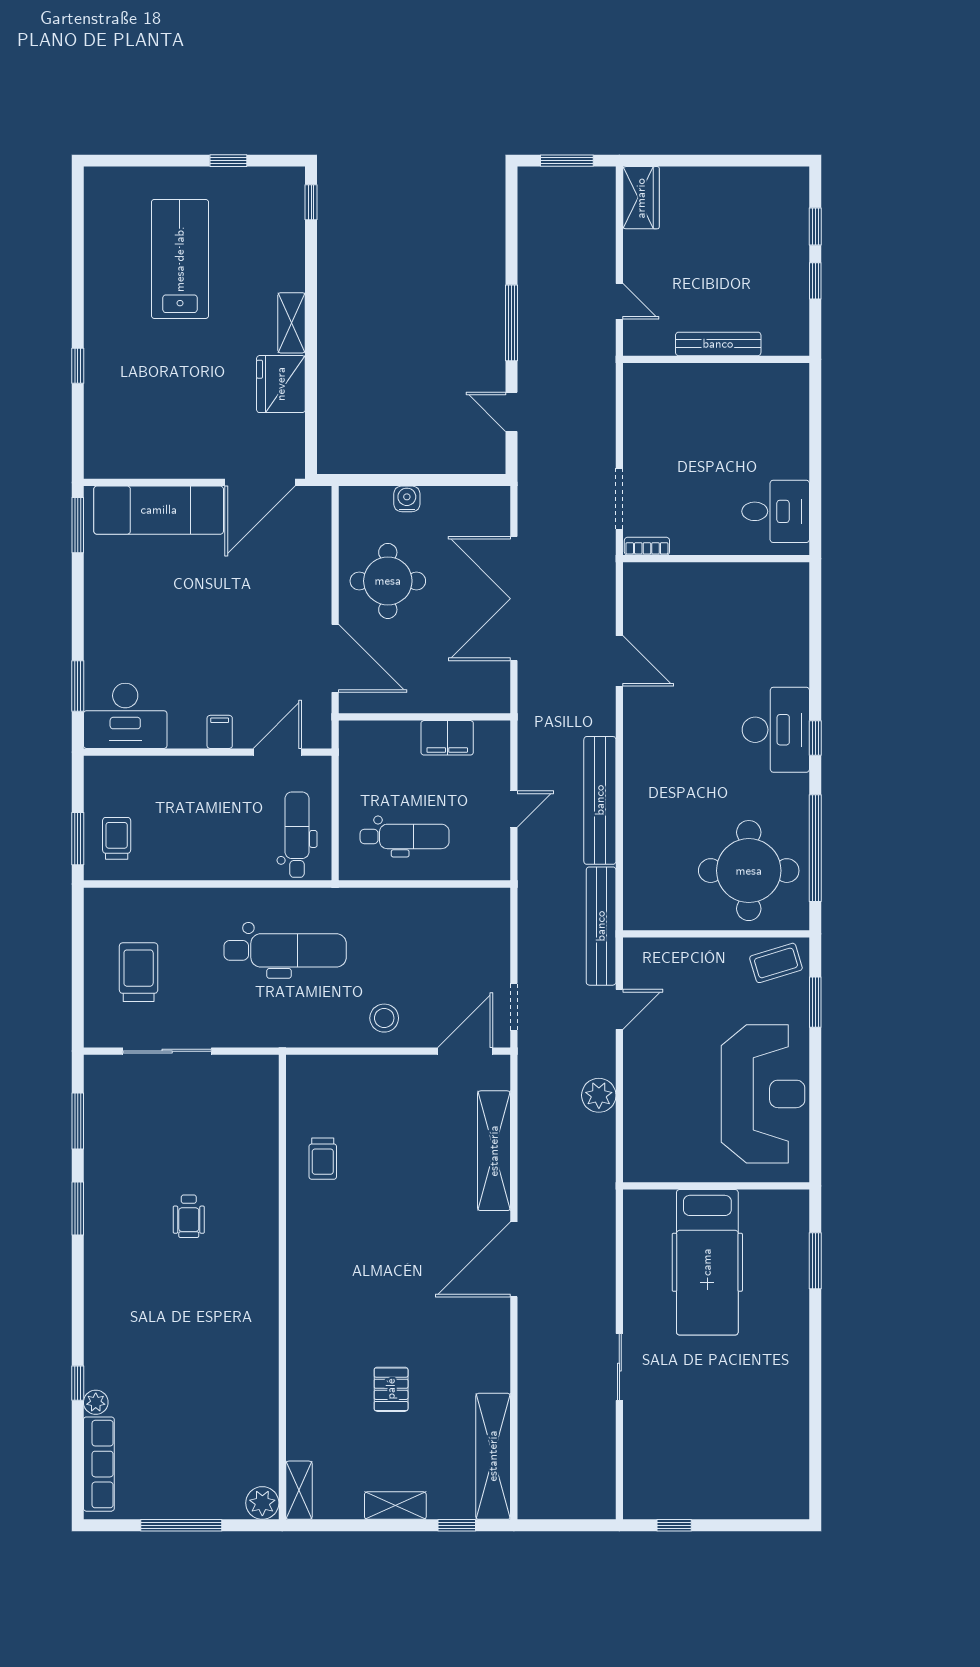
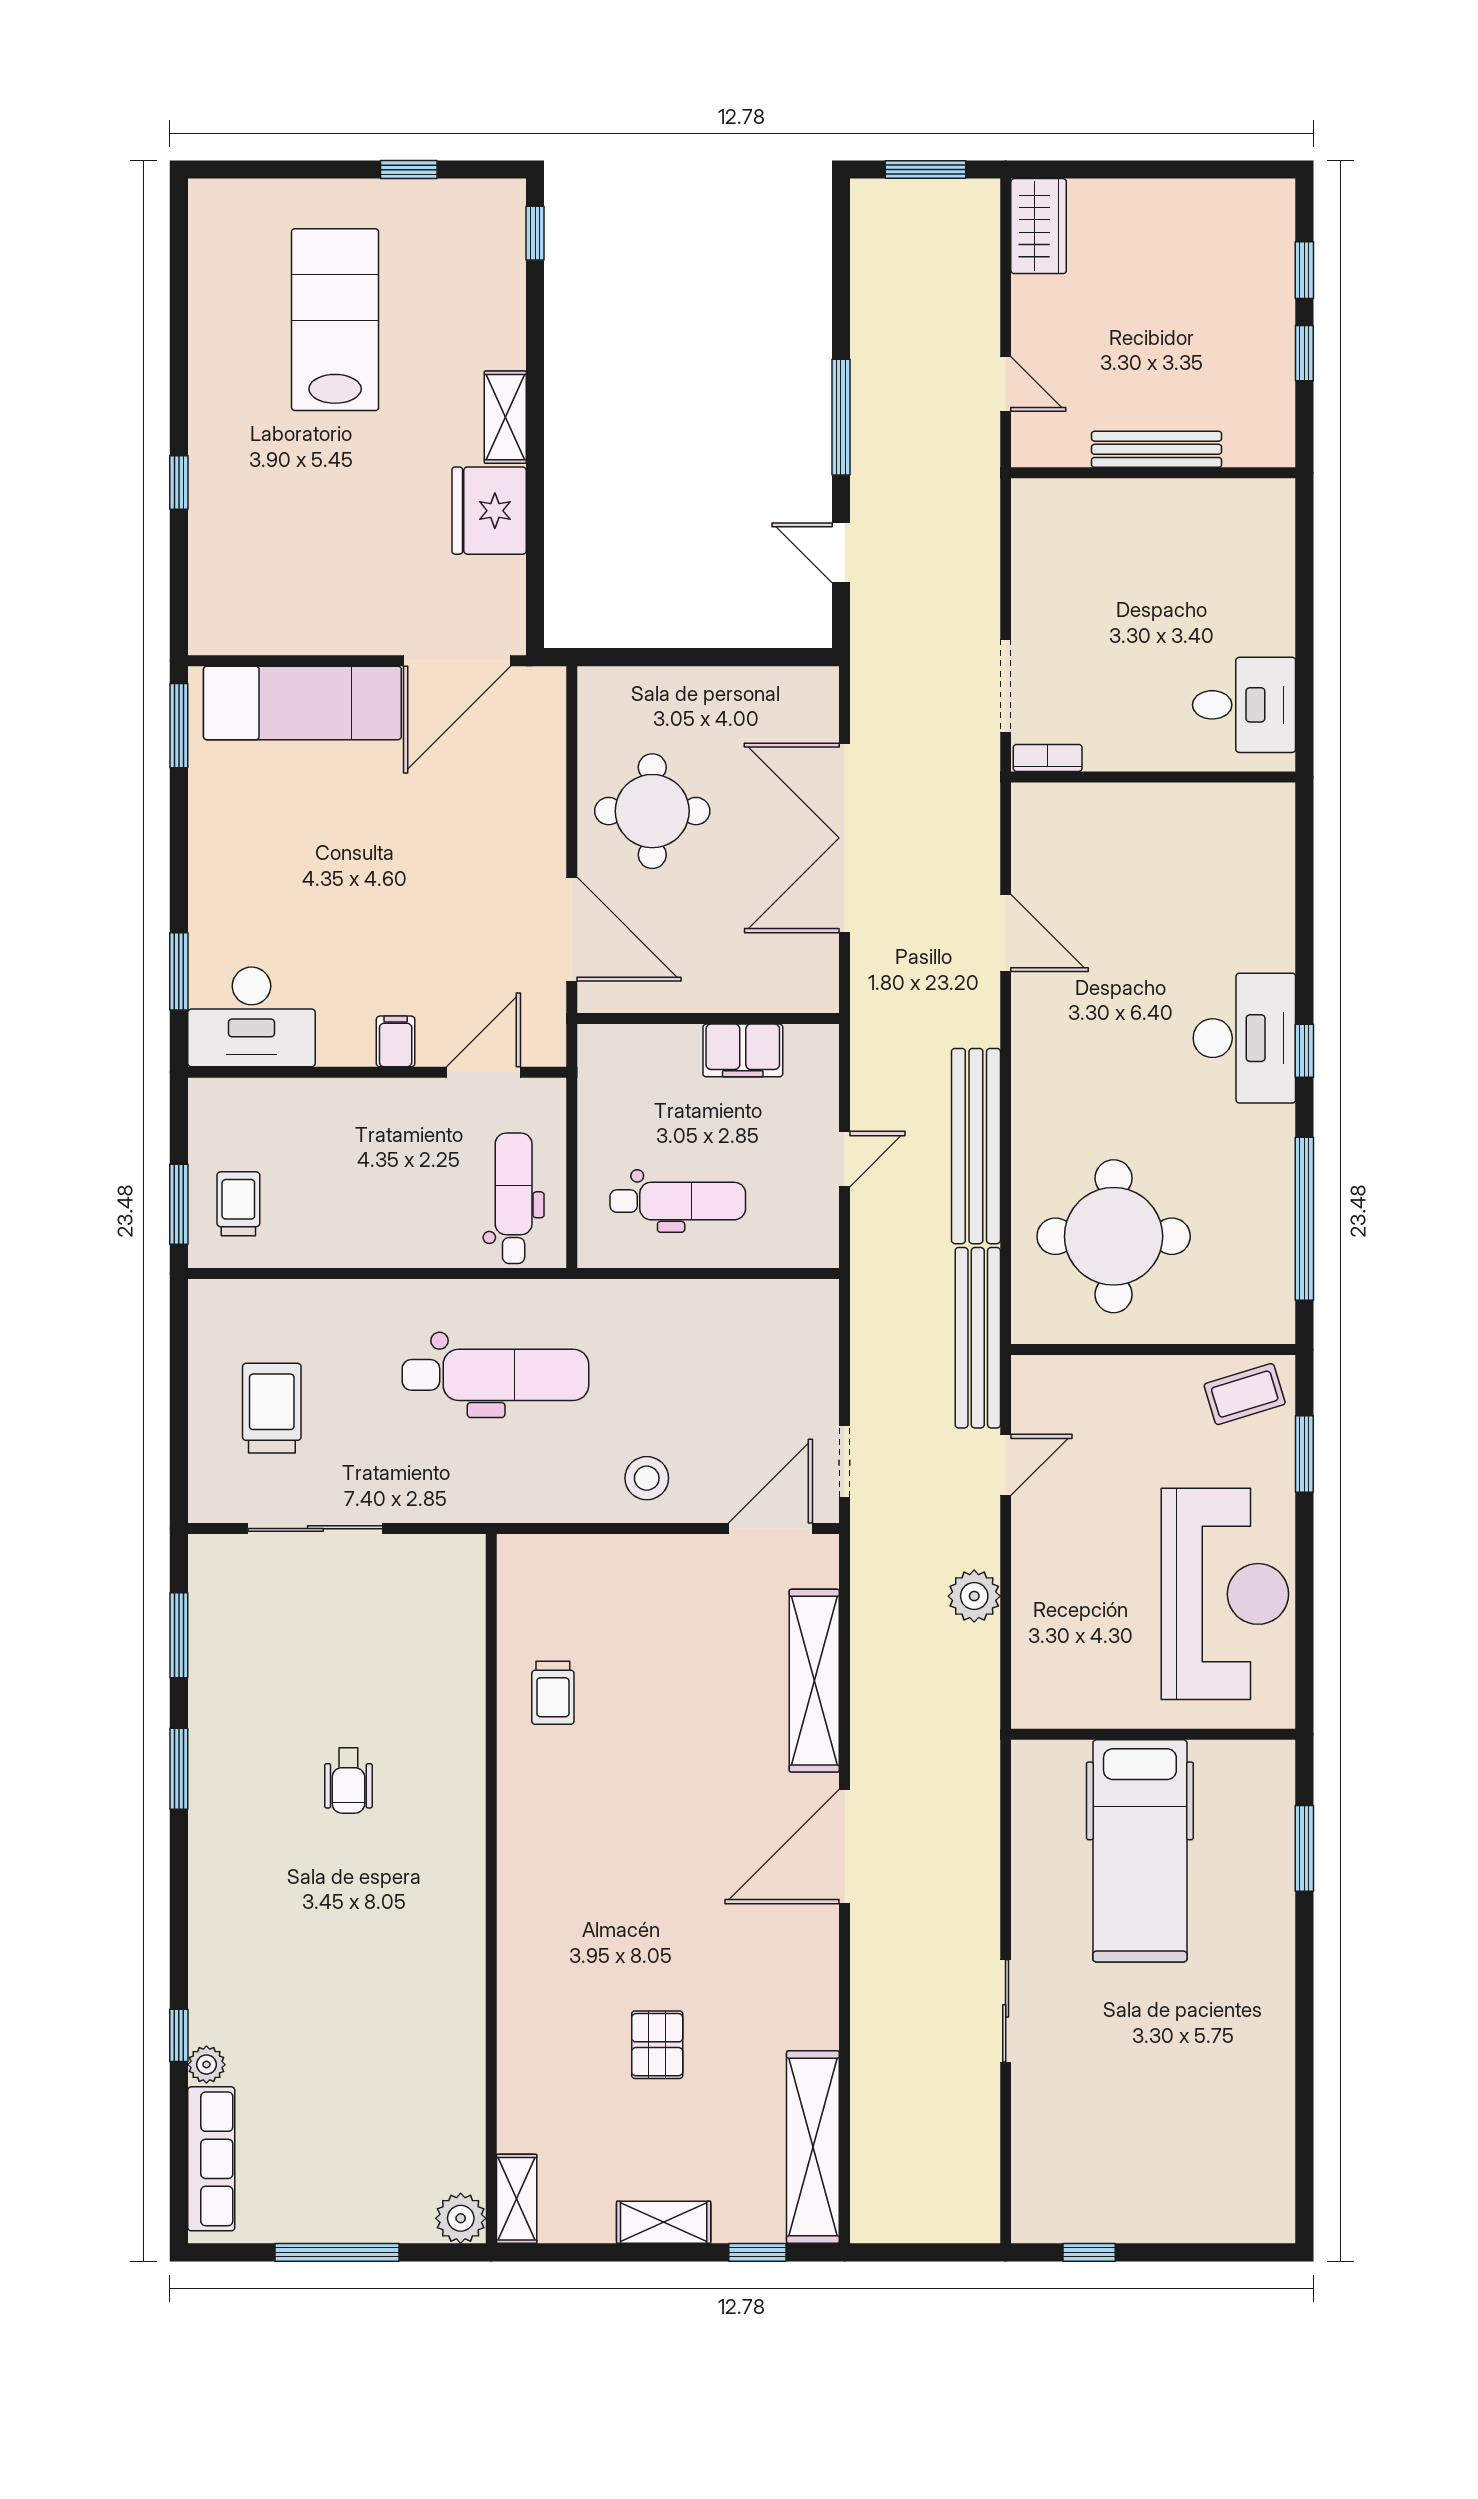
water cooler: (407, 499) -> (681, 686), removed
round table: (749, 871) -> (1114, 1236), moved

